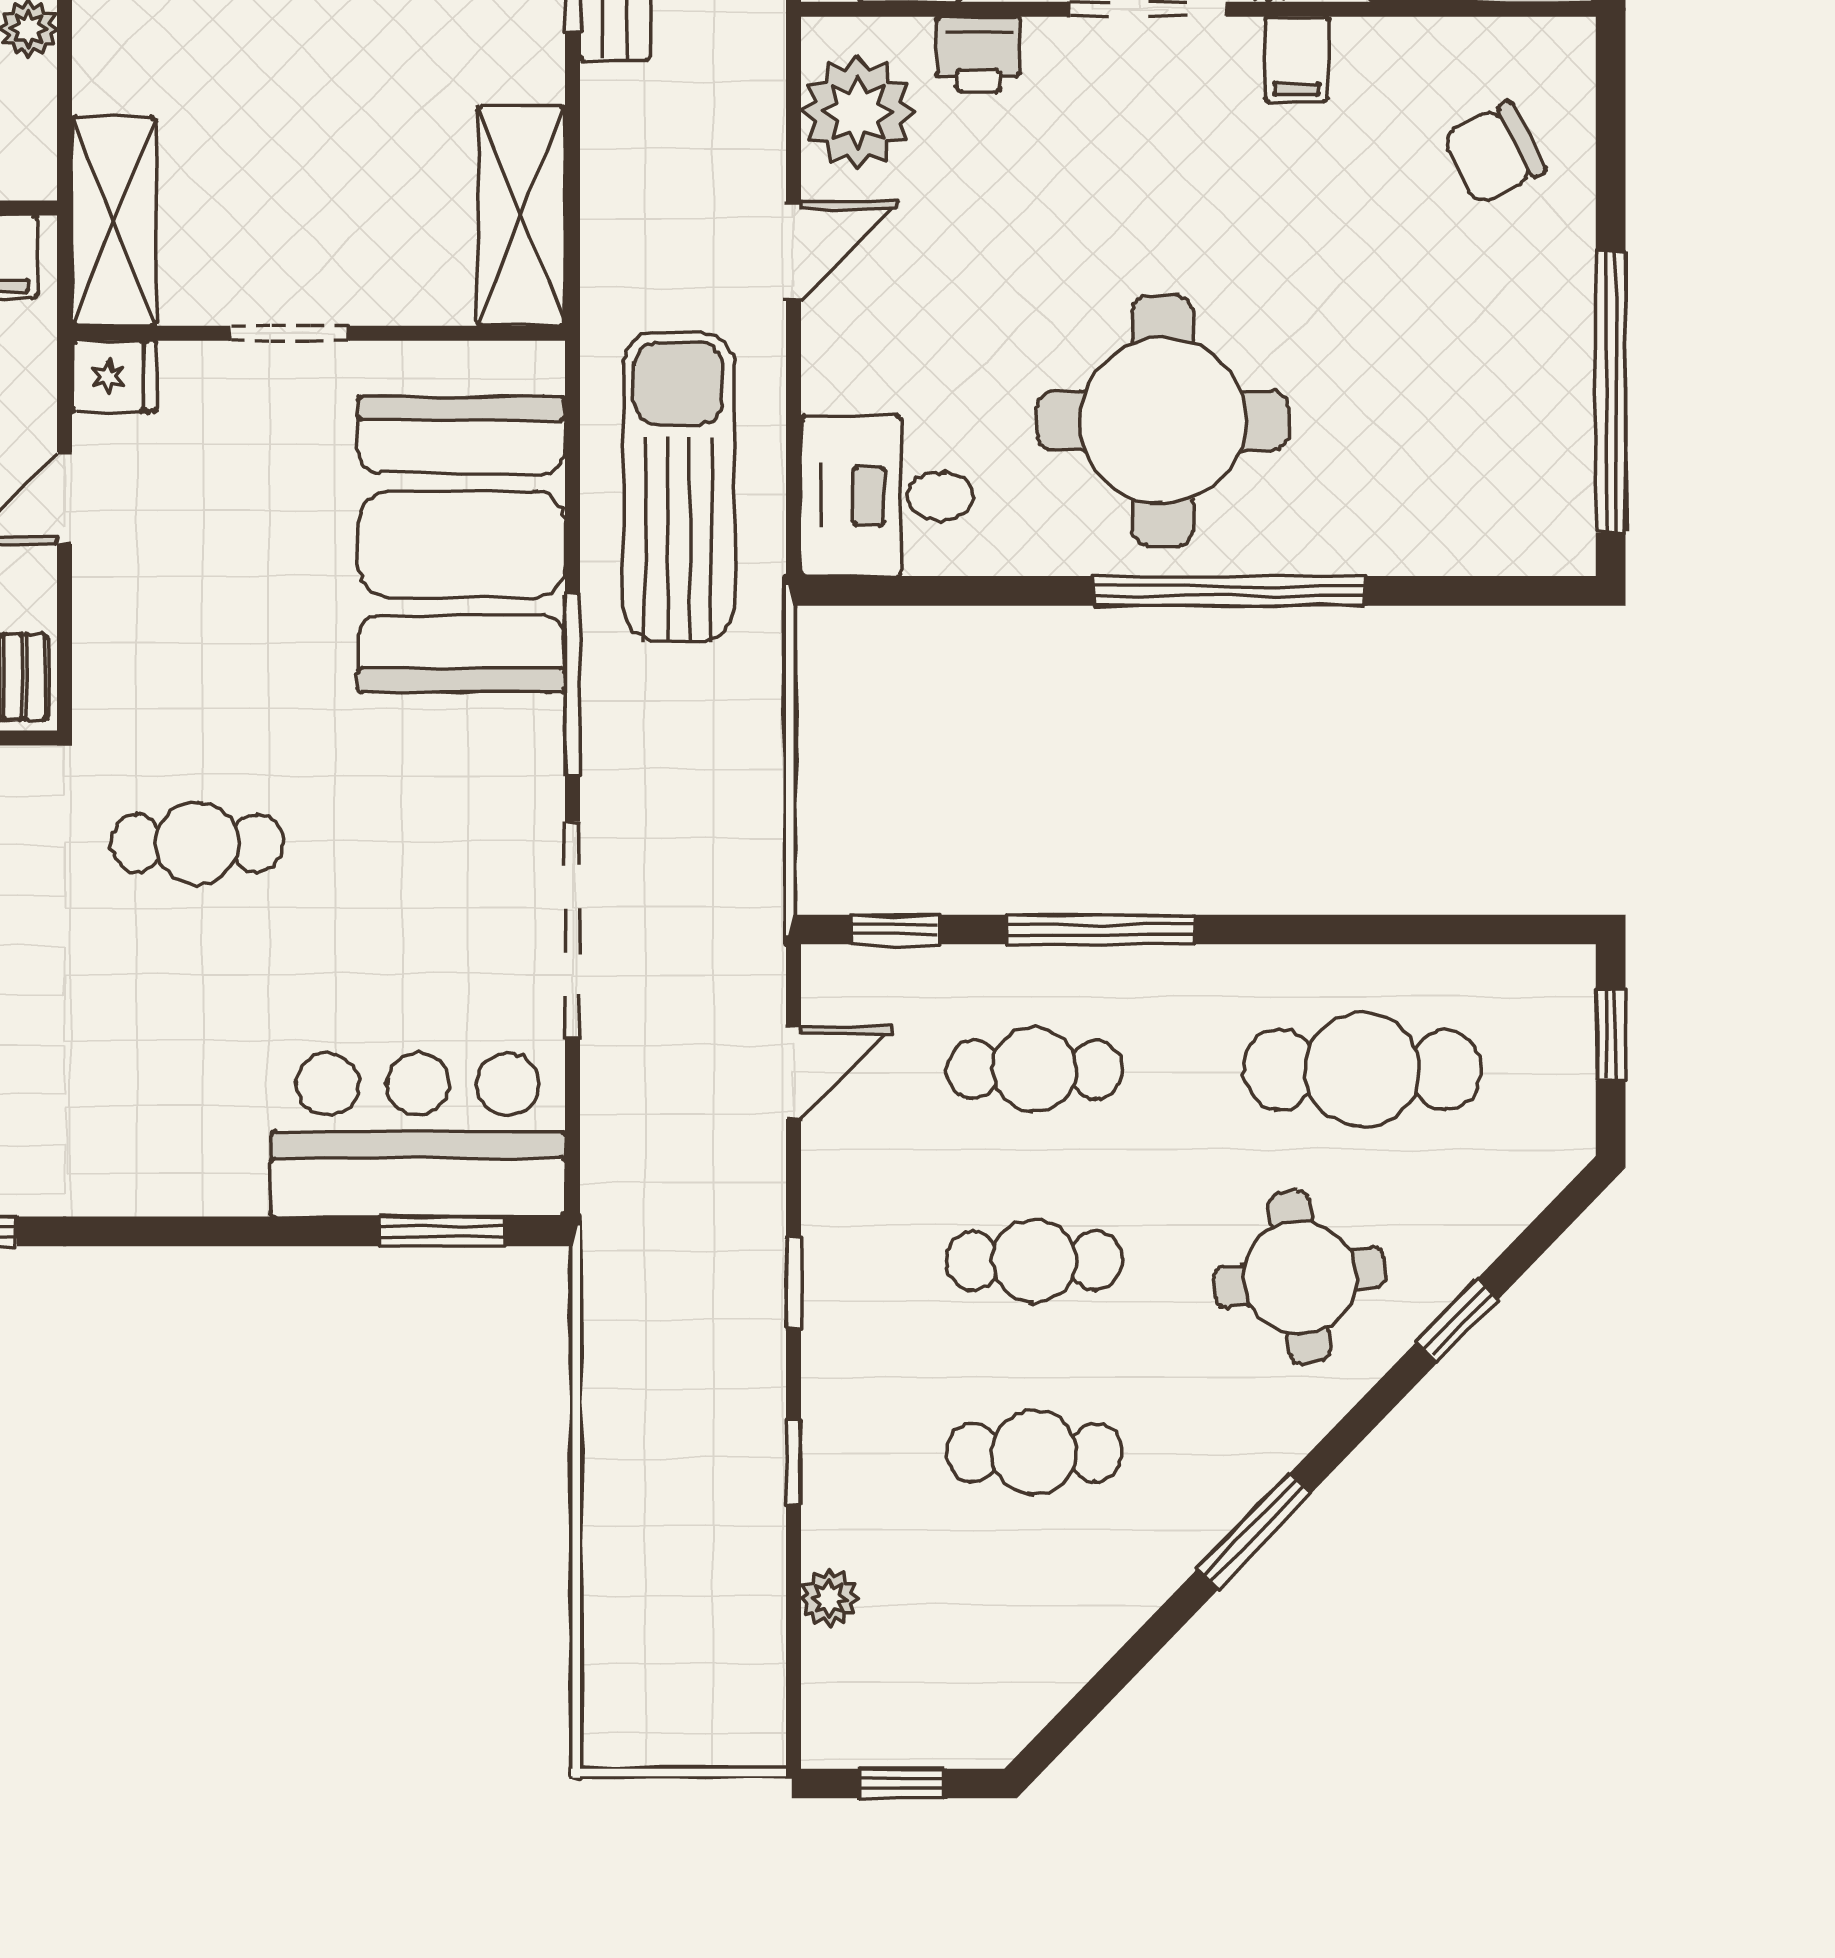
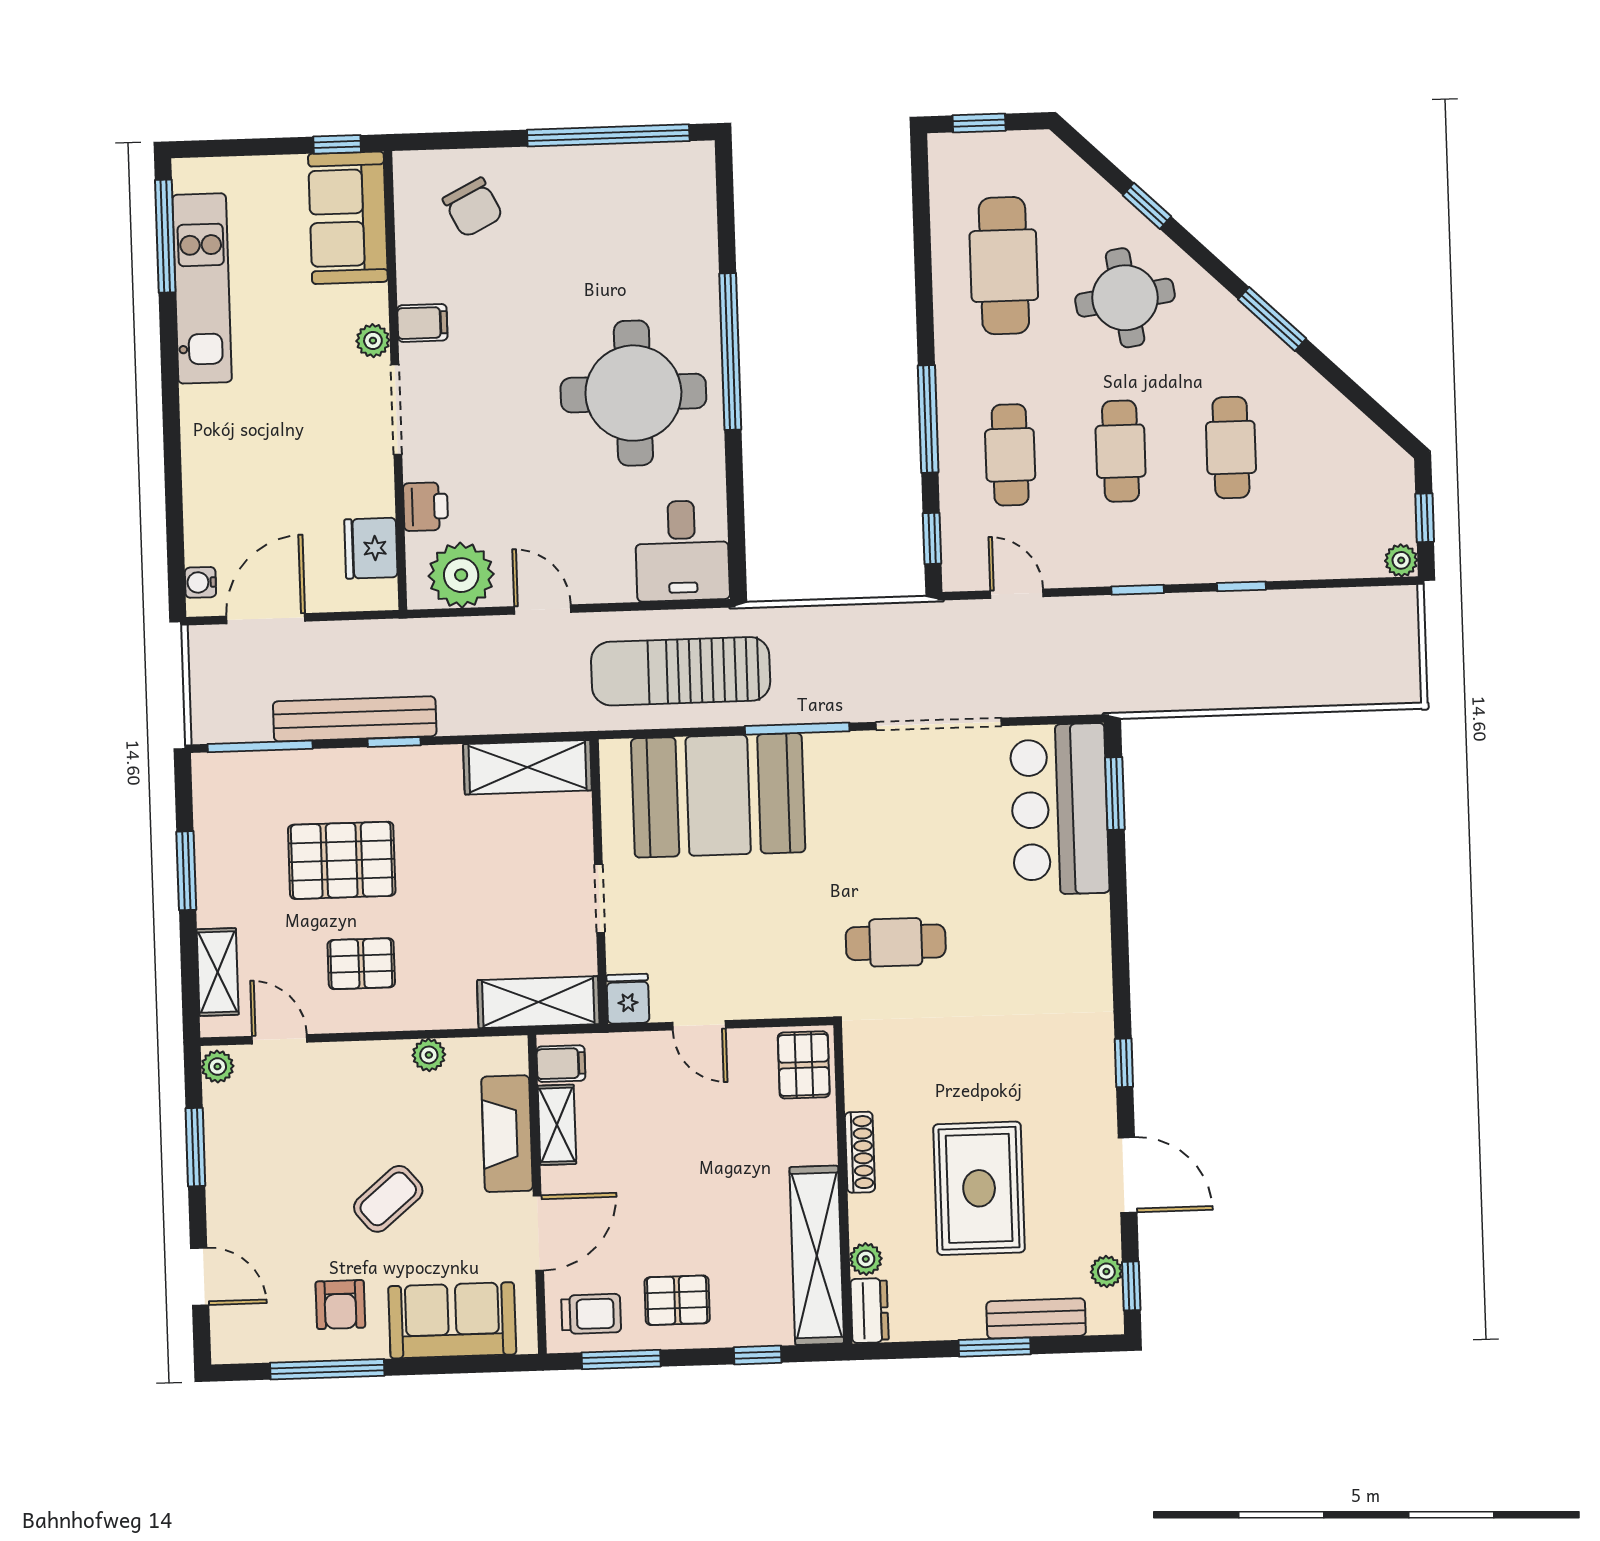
cafe table: (197, 843) -> (896, 942), turned 90
plant: (829, 1598) -> (1401, 560), moved

